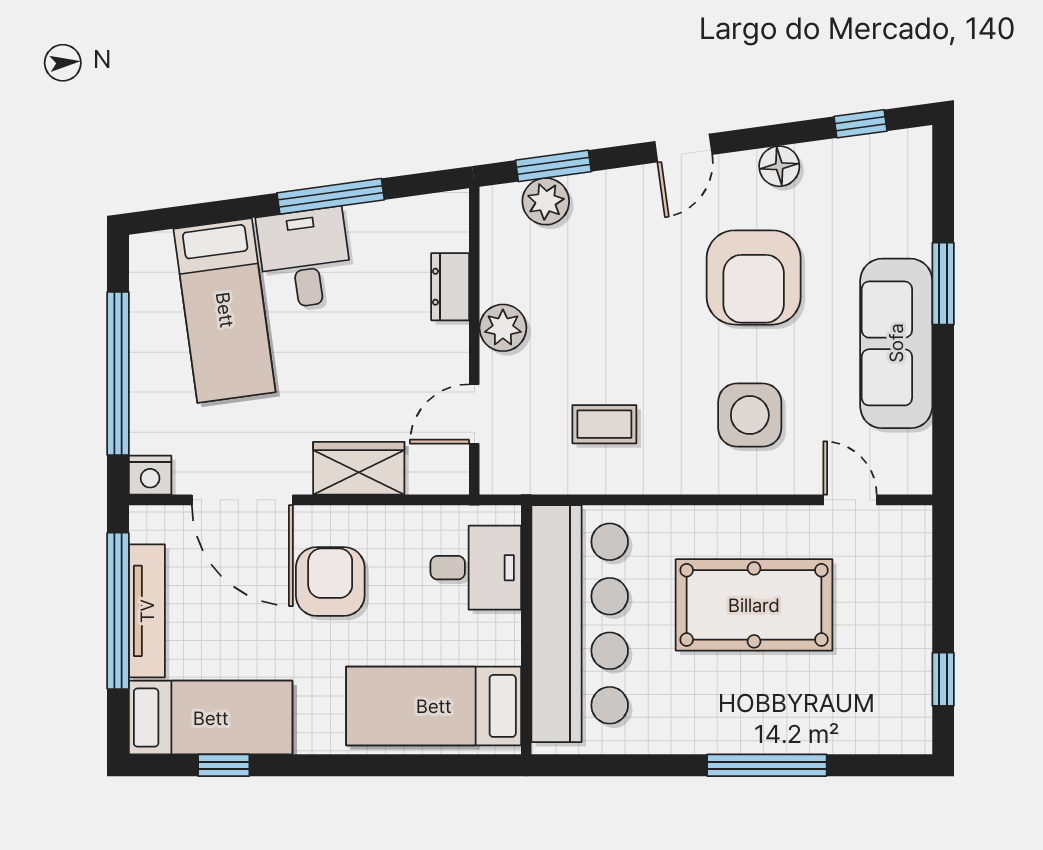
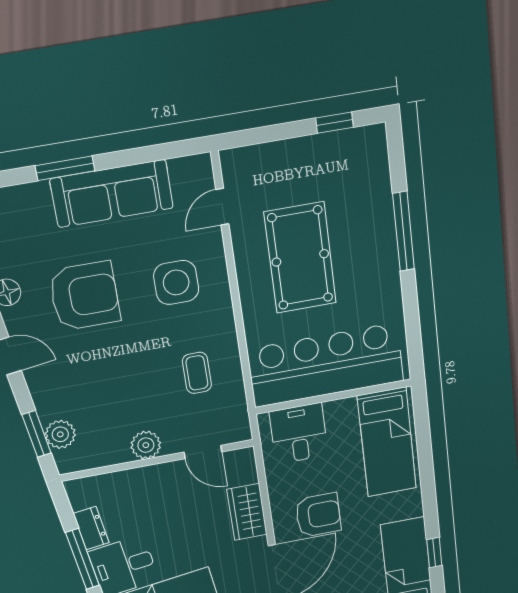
dresser: (450, 287) -> (91, 528), moved, turned -98
armchair: (330, 581) -> (318, 515), turned 180

